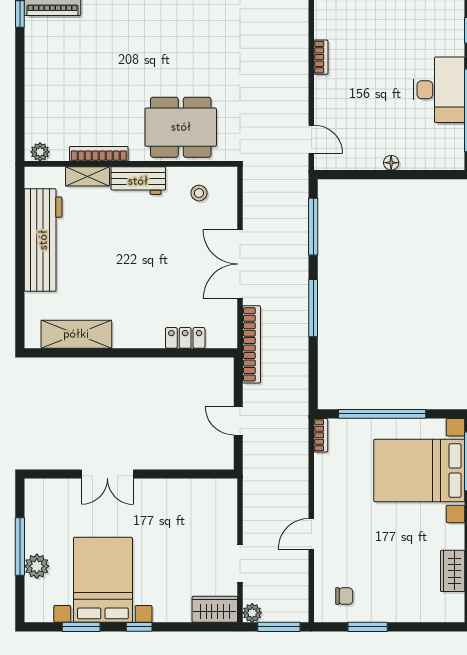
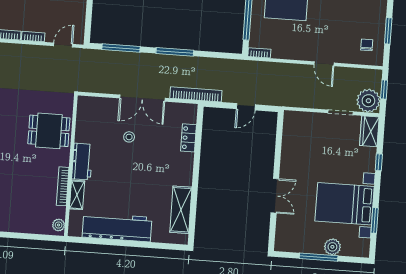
bookcase: (321, 93) -> (33, 37), added
dining table: (181, 127) -> (49, 131), width x0.73
stool: (199, 193) -> (129, 137), moved
plant: (252, 613) -> (368, 101), width x1.88, depth x1.88
window: (139, 627) -> (379, 162), moved
window: (279, 627) -> (384, 90), width x0.67

